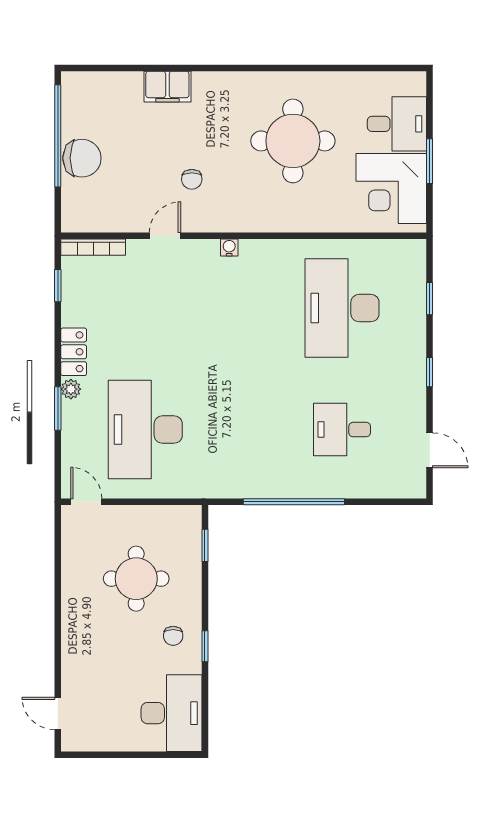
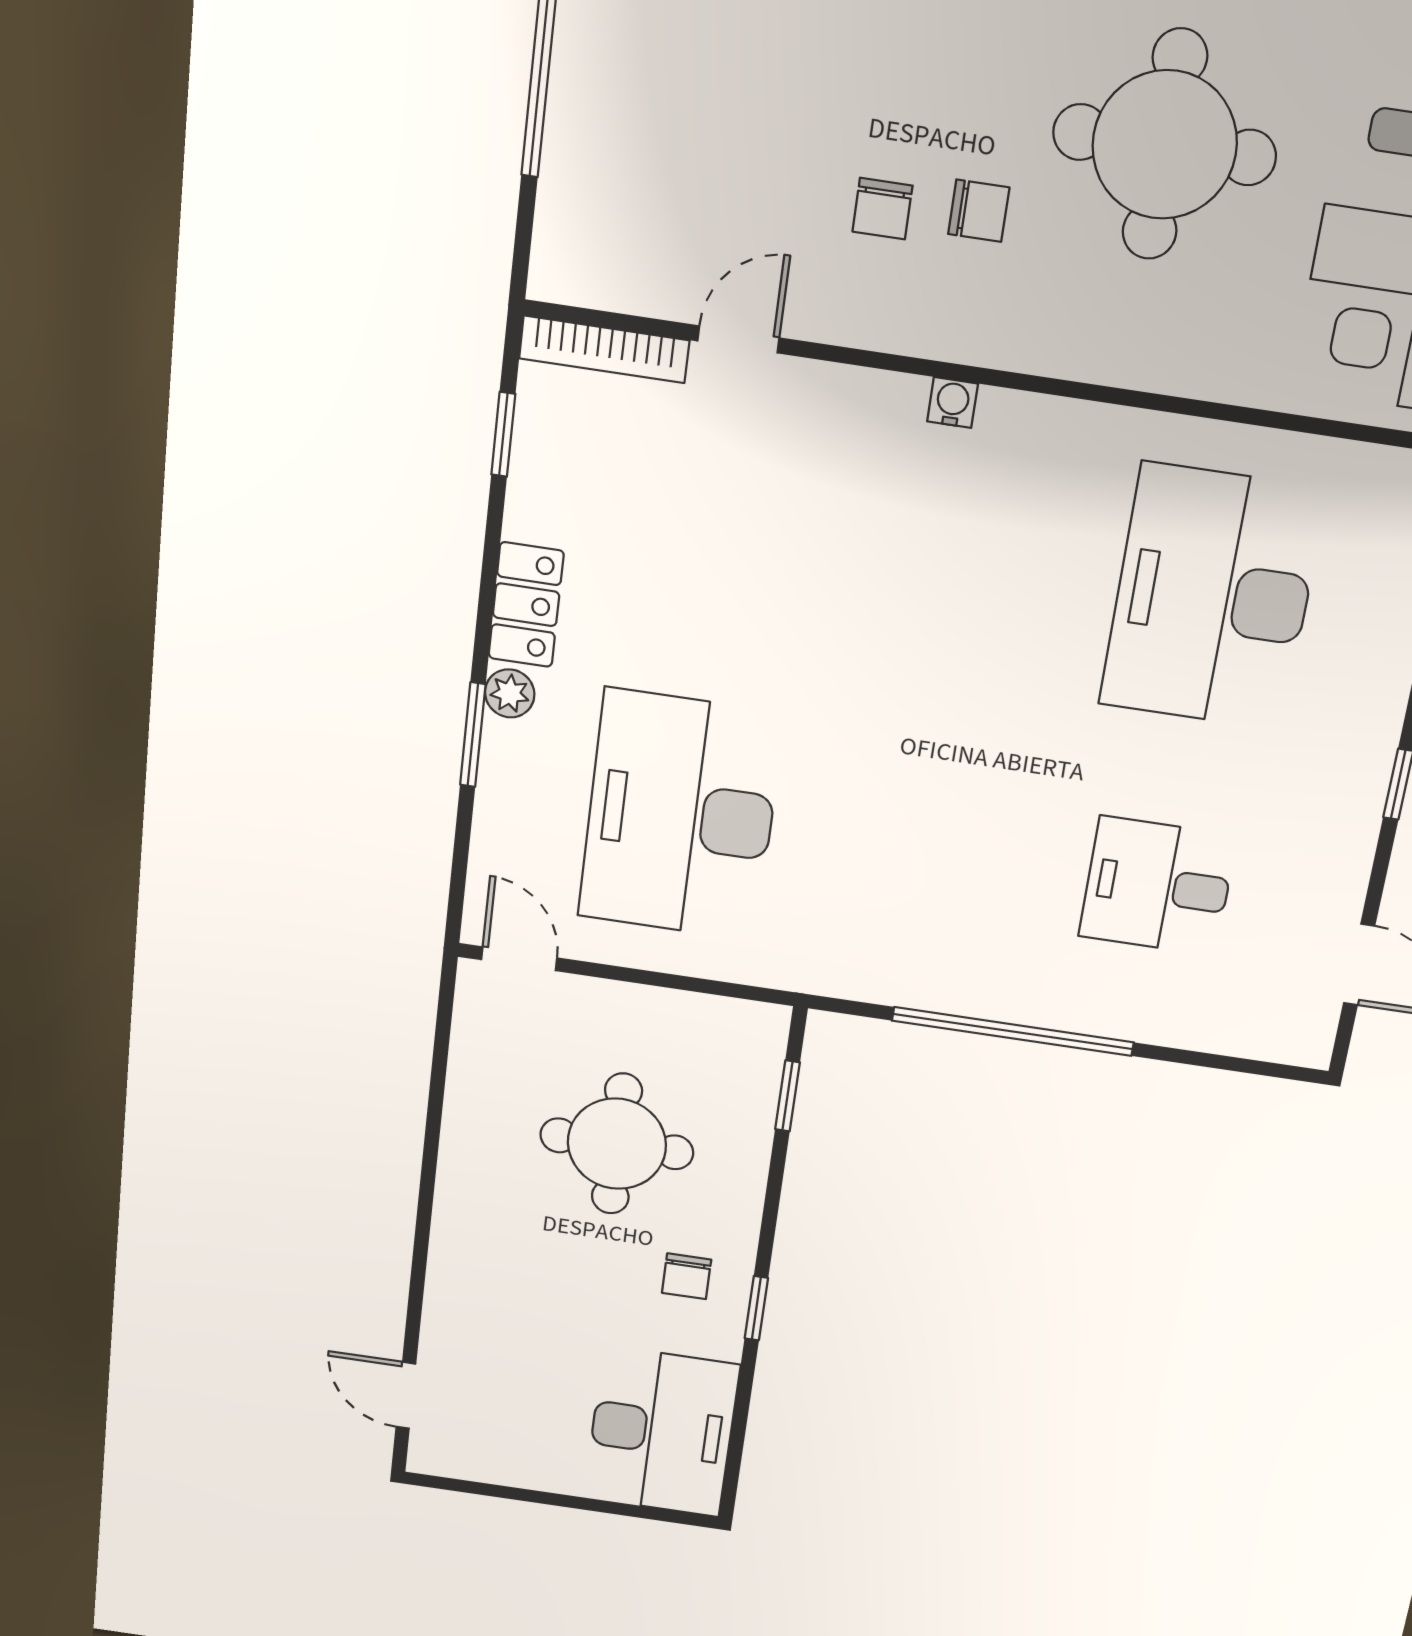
chair: (82, 158) -> (979, 211), moved, width x0.54, depth x0.54
door: (165, 236) -> (738, 339), moved

